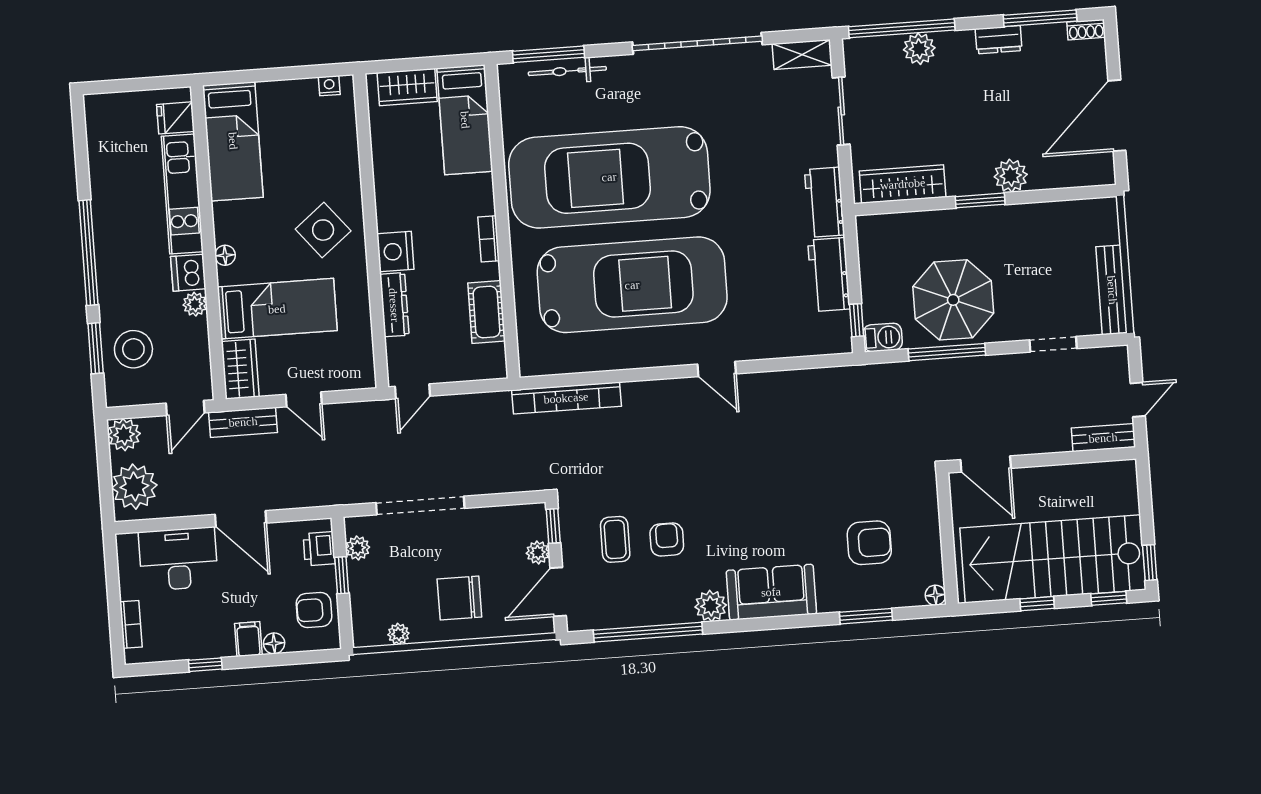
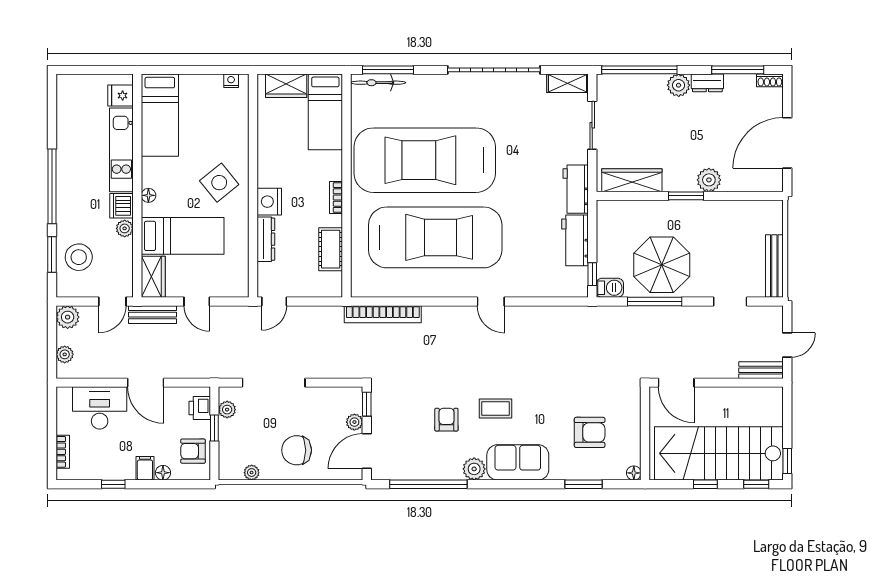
plant: (919, 49) -> (679, 85), moved
bicycle: (567, 71) -> (378, 83), moved
plant: (134, 487) -> (65, 354), width x0.53, depth x0.53
coffee table: (615, 539) -> (495, 408), moved, turned 90

